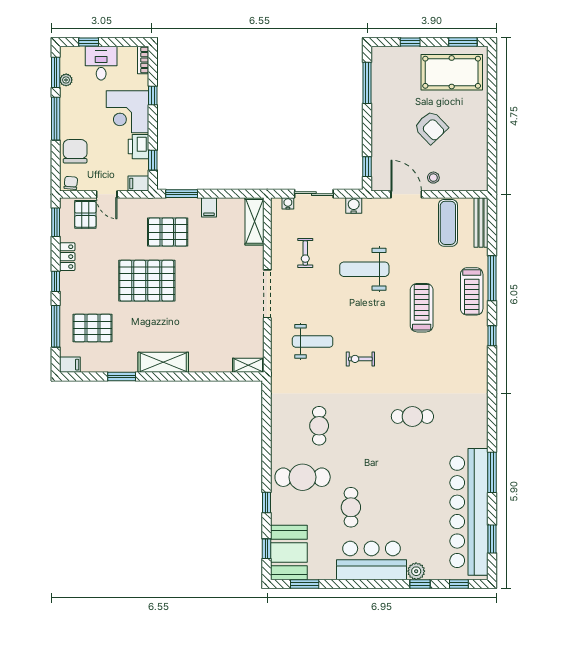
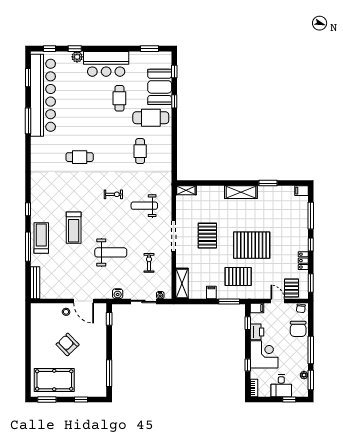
exercise mat: (448, 223) -> (57, 282), removed
pallet: (92, 328) -> (207, 236), moved, turned 90
booth: (289, 553) -> (160, 87), moved

